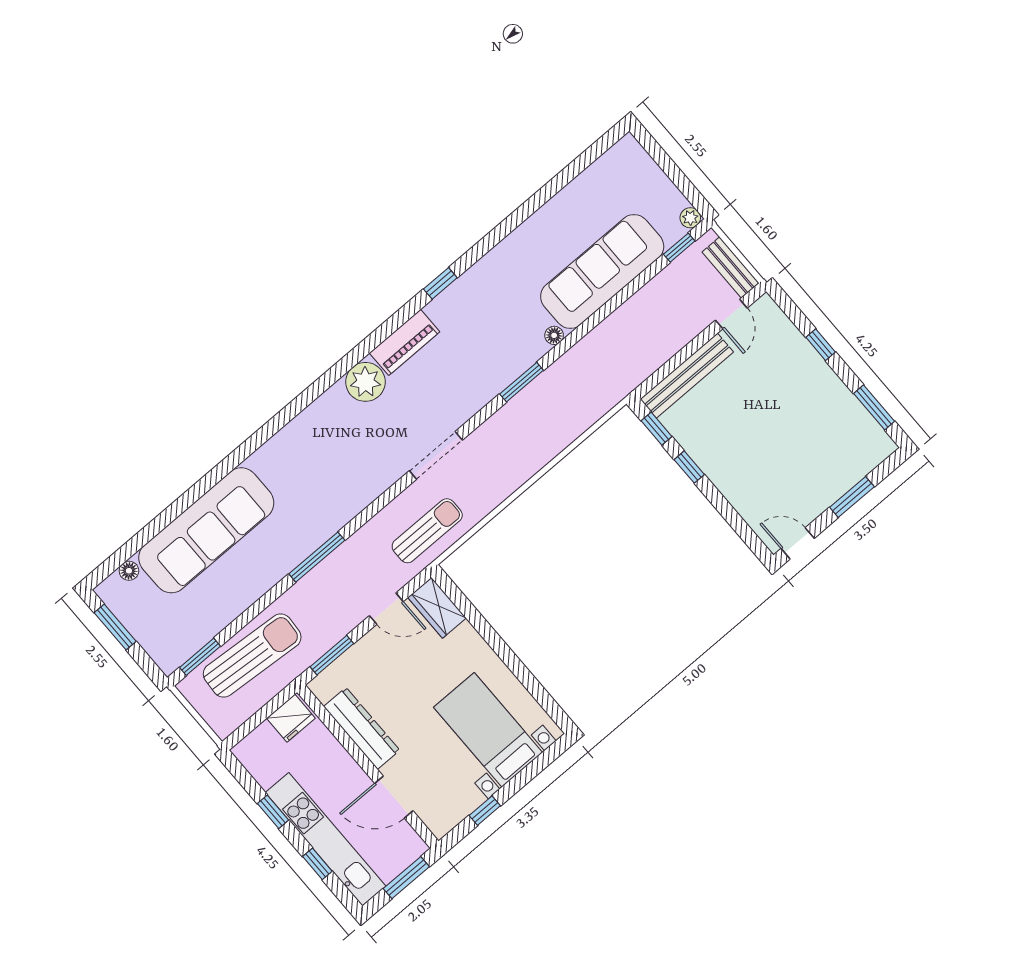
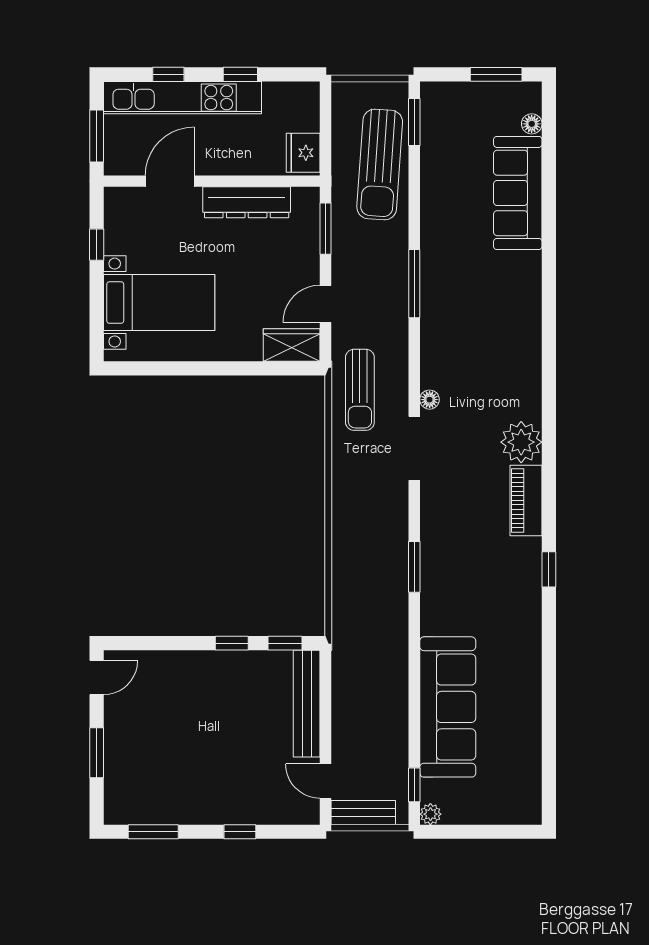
floor lamp: (554, 335) -> (430, 400), moved
sofa: (206, 530) -> (518, 193), width x0.74, depth x0.79

